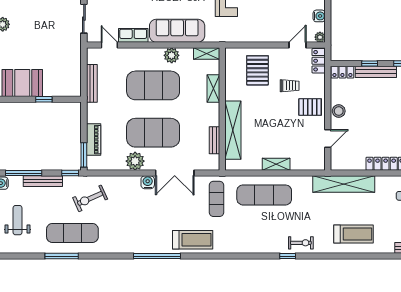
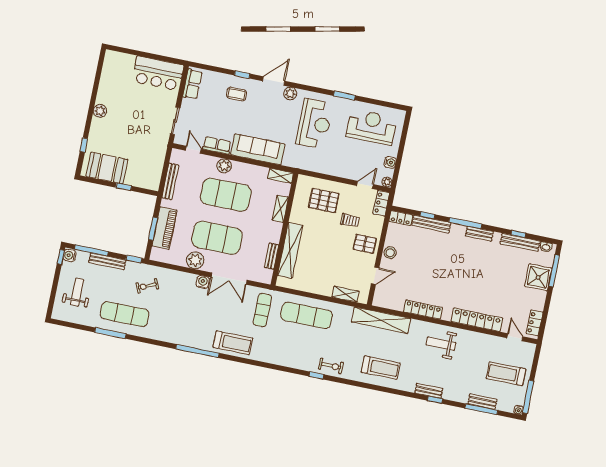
plant: (172, 55) -> (224, 166), moved
pallet: (257, 70) -> (324, 200), turned 90
piano: (94, 140) -> (165, 228), width x1.37, depth x1.33
window: (84, 155) -> (153, 229), moved
shelving: (276, 164) -> (345, 294), moved
exercise bike: (90, 198) -> (147, 286), width x0.73, depth x0.72

